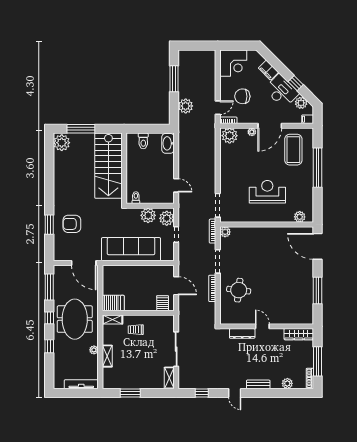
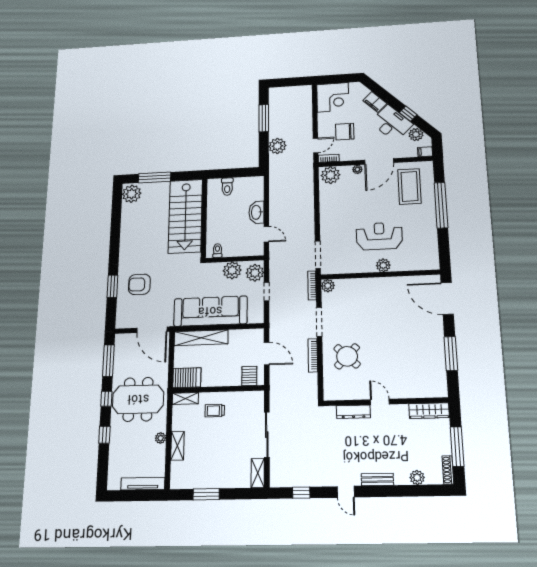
washbasin: (168, 143) -> (257, 212), moved
plant: (300, 217) -> (383, 265), moved
shelving: (124, 271) -> (201, 338), added
round table: (239, 290) -> (347, 356), turned 37
meeting table: (75, 319) -> (138, 399), turned 90

